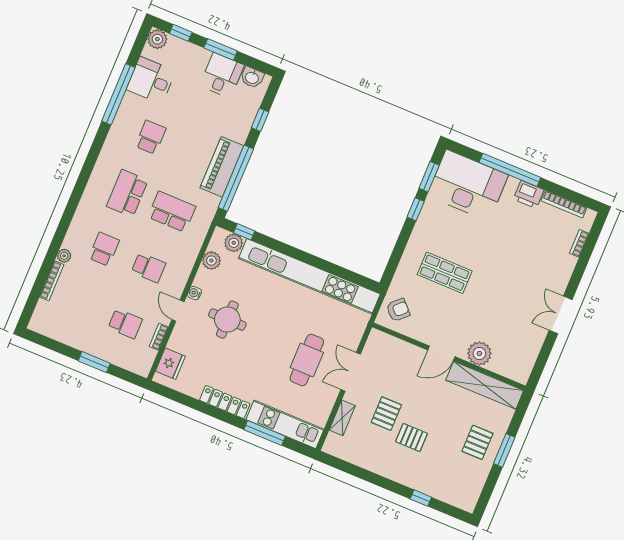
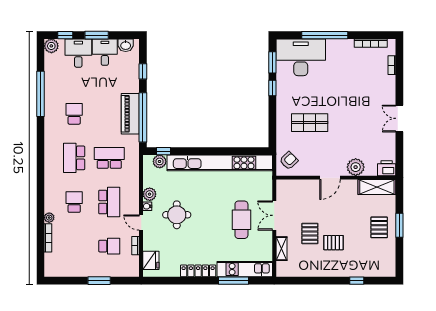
desk: (151, 80) -> (78, 53), moved, turned 90
printer: (529, 194) -> (387, 168), moved, turned 180
plant: (211, 261) -> (150, 194), moved
school desk: (148, 268) -> (109, 202), width x1.85
shelving: (485, 385) -> (377, 187), width x0.68

